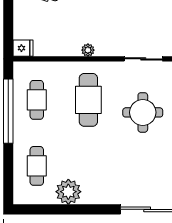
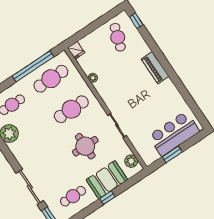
plant: (88, 50) -> (93, 78), moved
cafe table: (37, 100) -> (51, 79), width x1.37, depth x1.35

